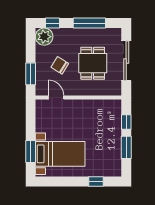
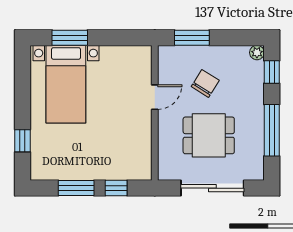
plant: (44, 37) -> (257, 53), width x0.53, depth x0.53
door: (56, 97) -> (155, 97), moved

